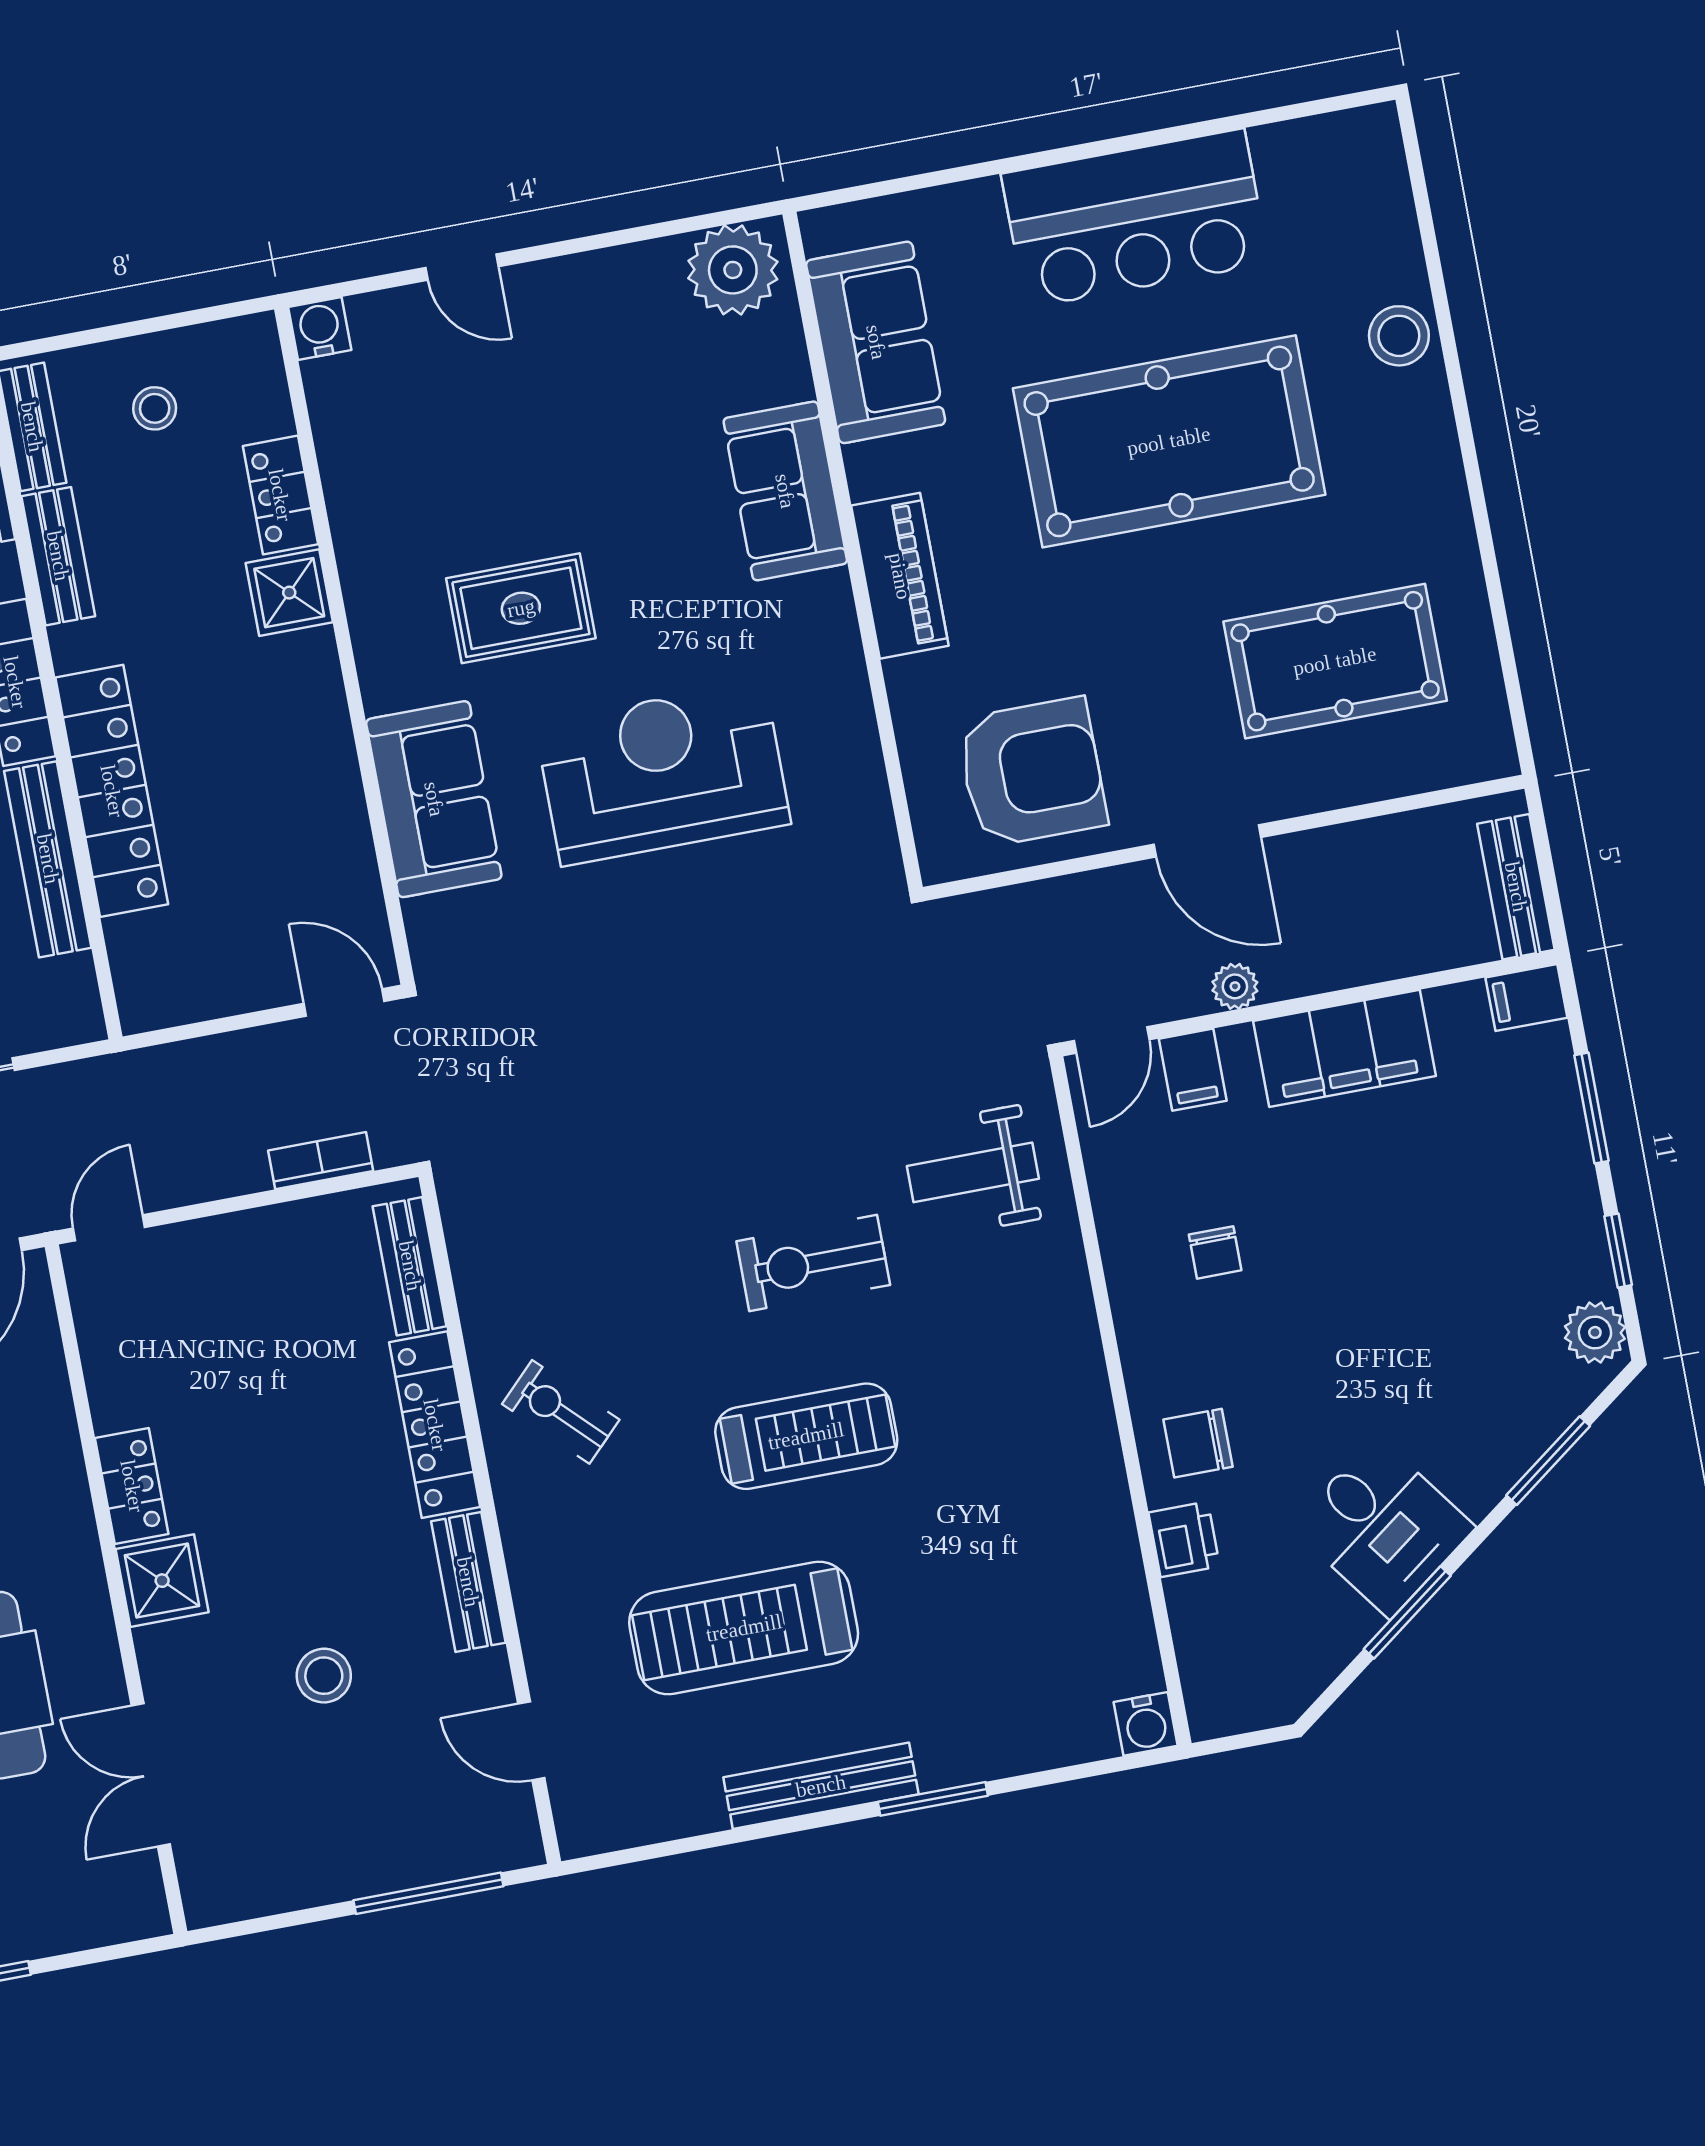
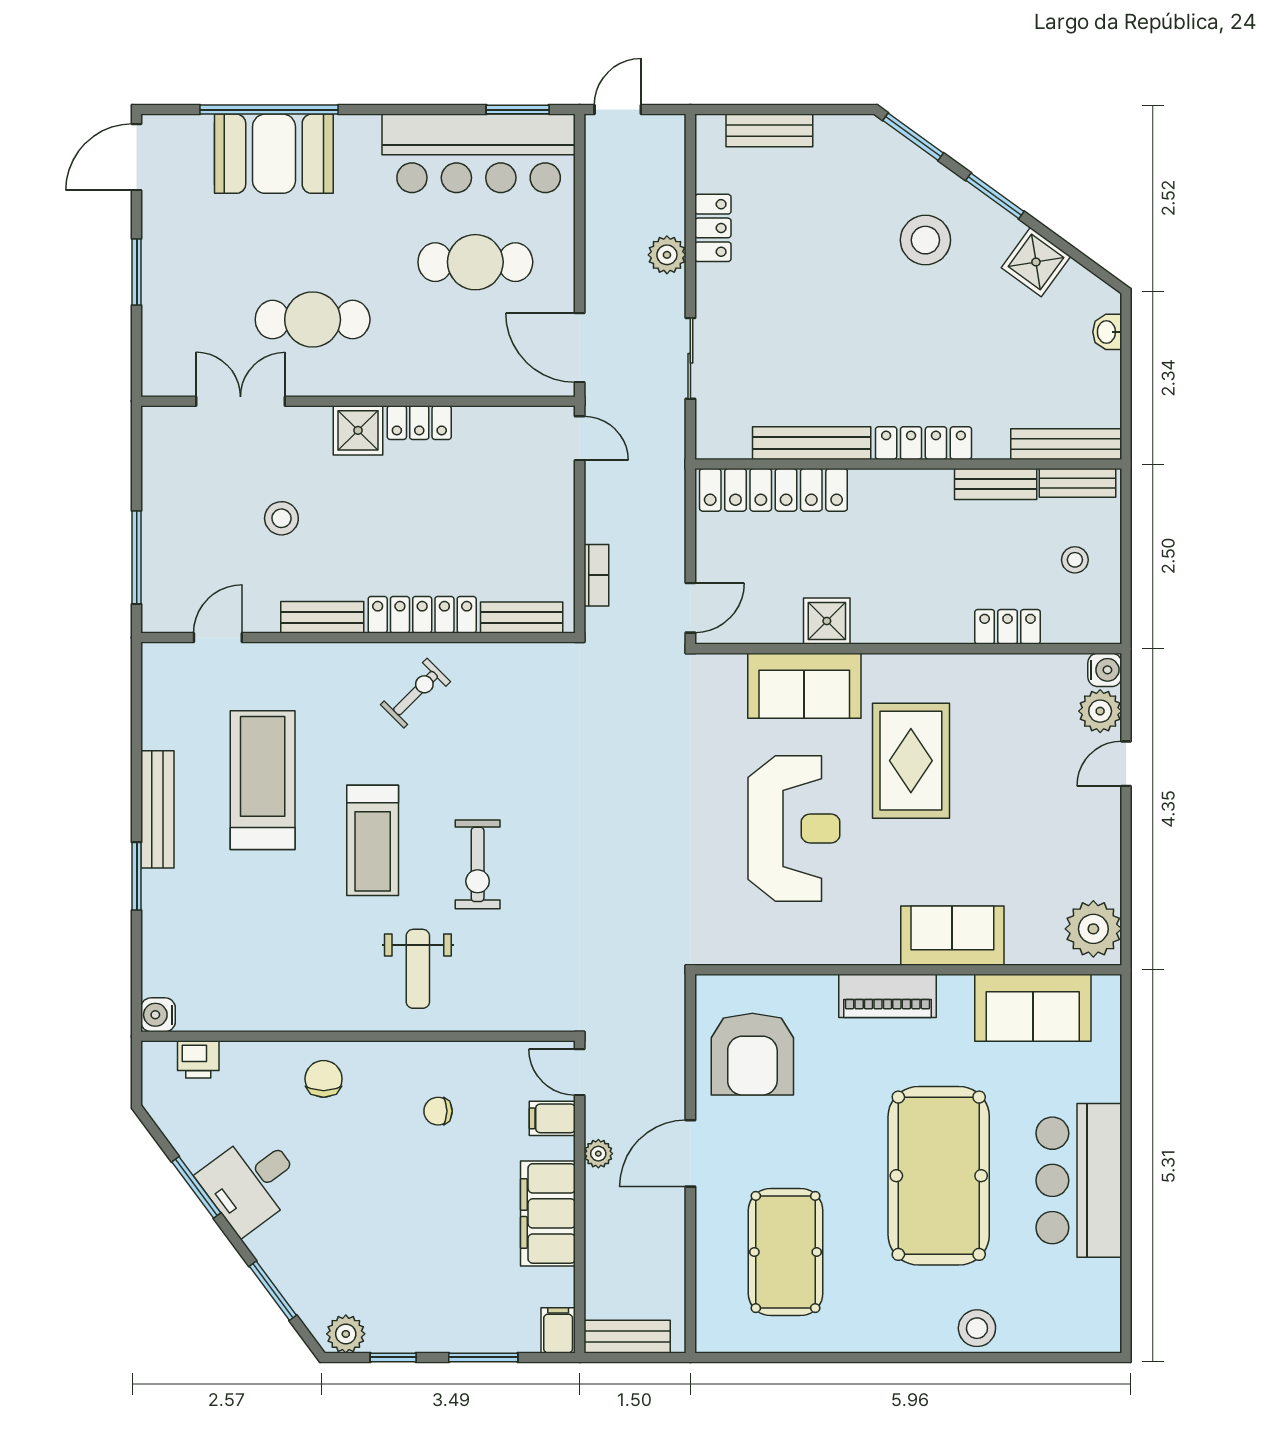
plant: (386, 324) -> (1100, 711), added
shower: (289, 593) -> (827, 621), moved
rug: (521, 608) -> (911, 761), width x1.36, depth x1.43
locker: (112, 791) -> (773, 490), moved
weight bench: (973, 1172) -> (418, 969), moved, turned 180
exercise bike: (813, 1263) -> (478, 864), turned 180
printer: (1184, 1539) -> (198, 1059), moved

